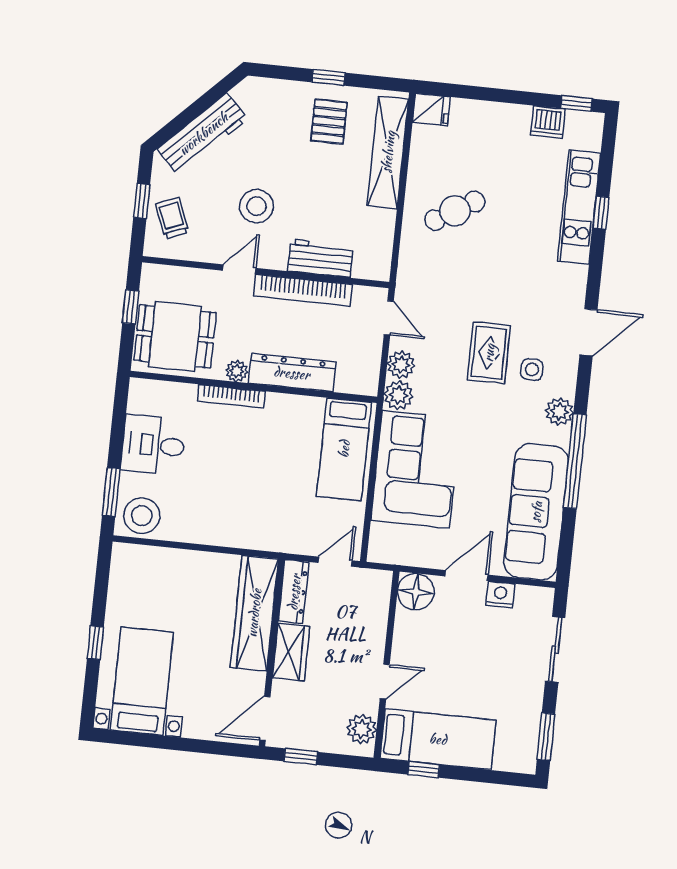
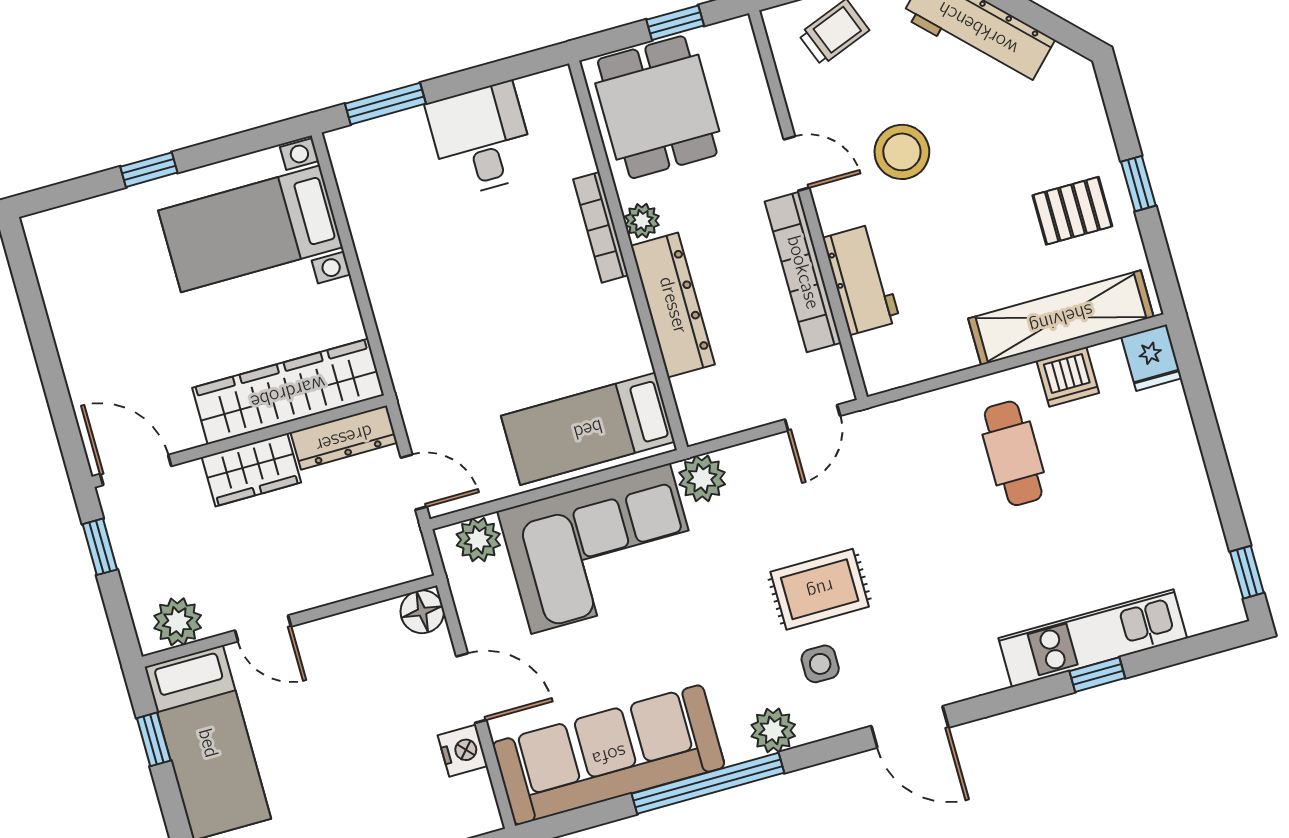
dishwasher: (548, 122) -> (1068, 377), moved, turned -90
cafe table: (455, 211) -> (1013, 453), turned 31
plant: (401, 365) -> (478, 540), moved
stool: (142, 516) -> (368, 164), removed
floor lamp: (416, 592) -> (422, 612), width x0.73, depth x0.73
bed with nightstands: (142, 681) -> (250, 229), moved, turned 180

